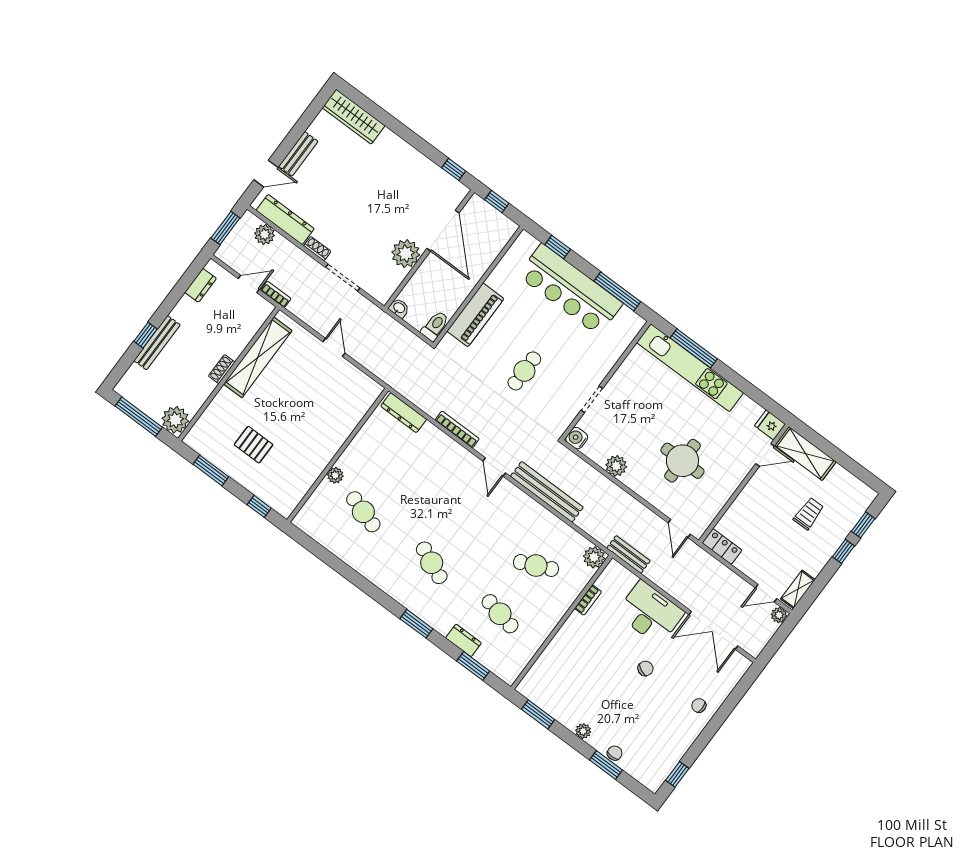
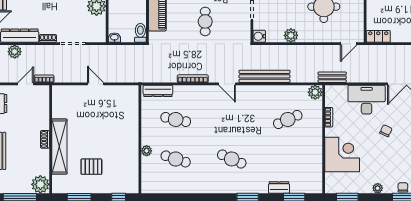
shelving: (258, 357) -> (59, 147), moved
door: (679, 528) -> (349, 44), hinge flipped
cafe table: (500, 614) -> (176, 119), moved
corner desk: (570, 658) -> (342, 154), added

